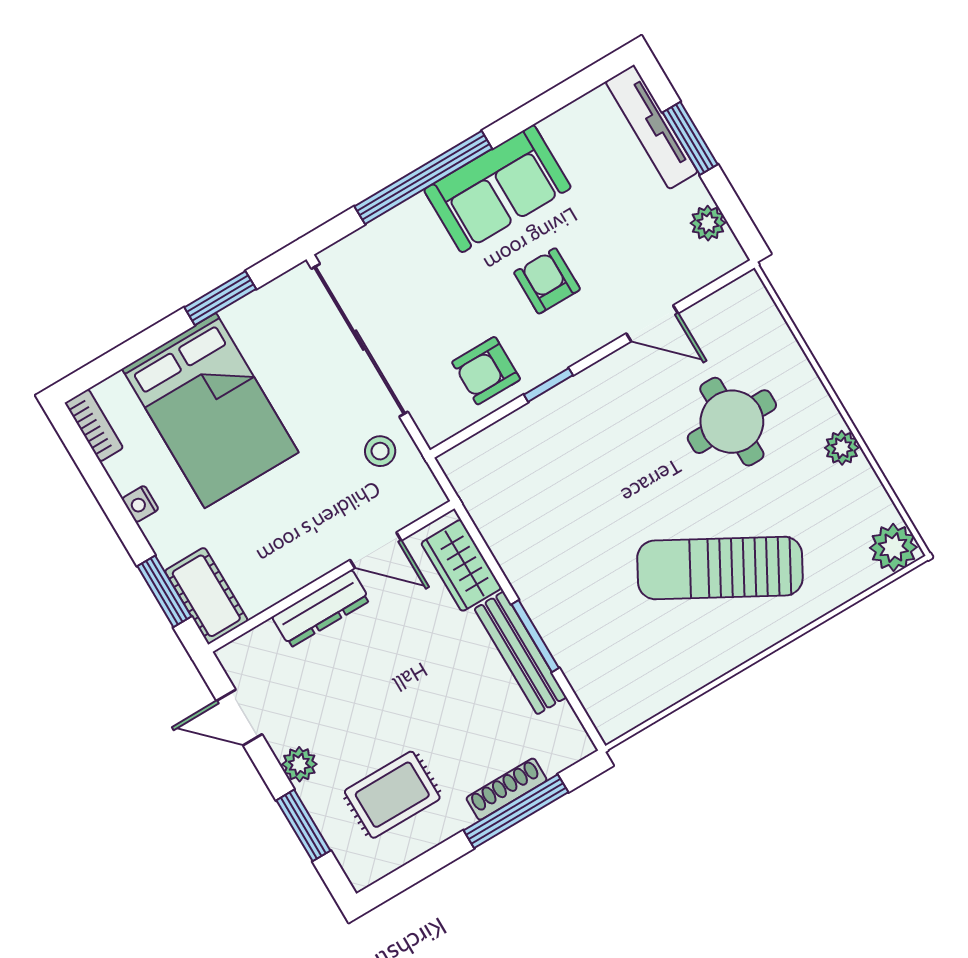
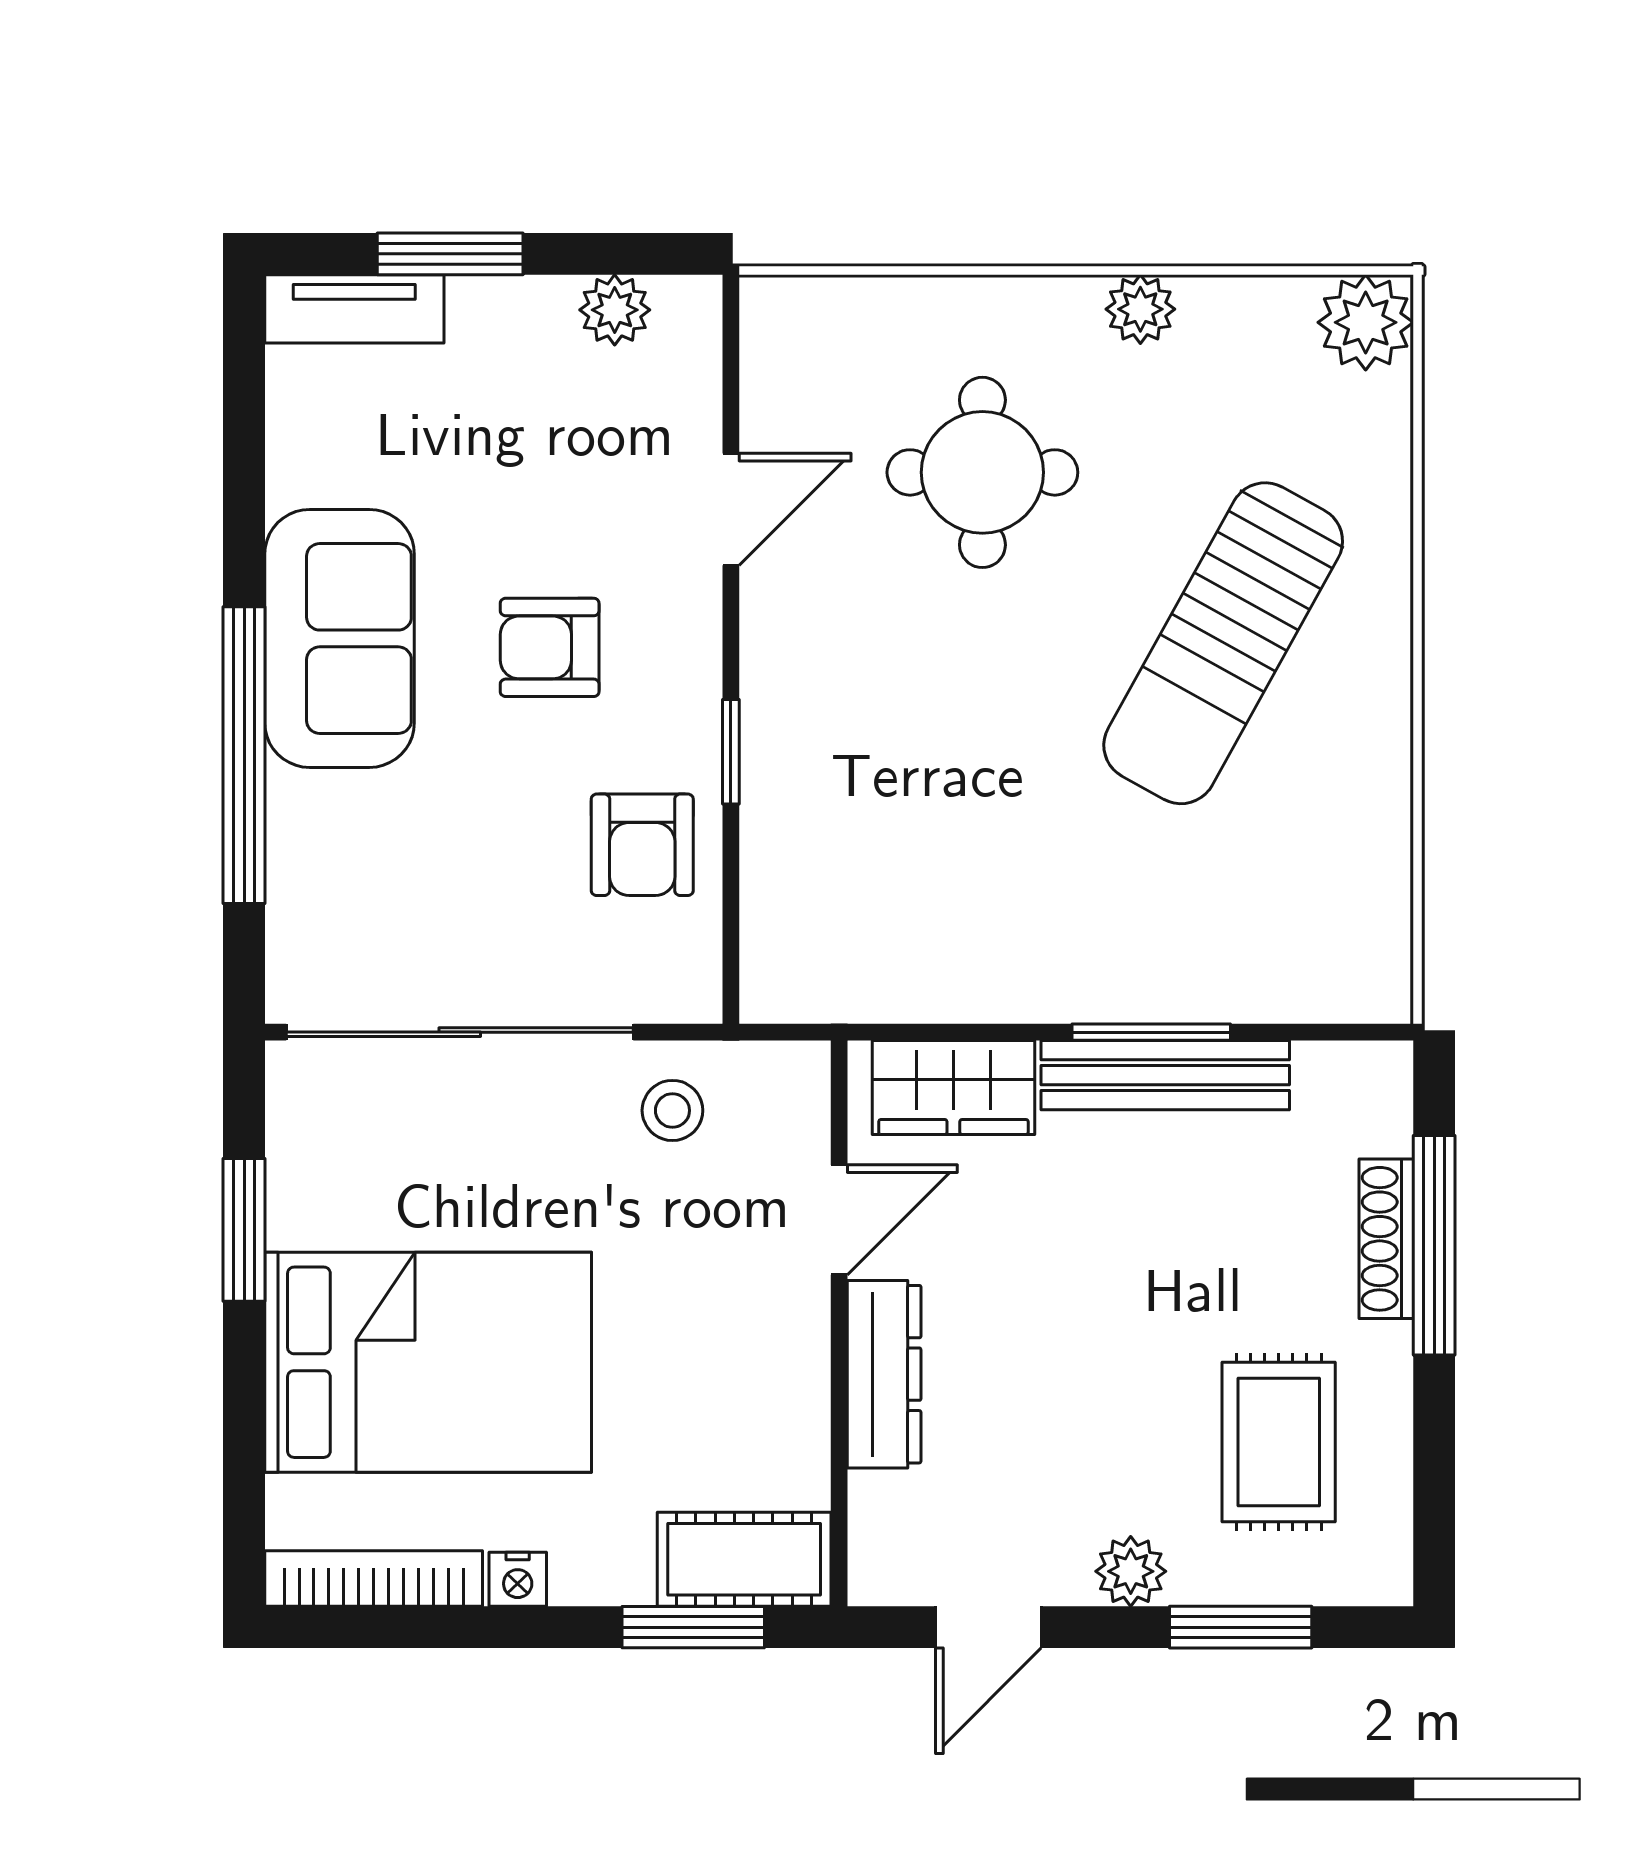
tv unit: (652, 127) -> (354, 309), width x0.71
bookcase: (94, 425) -> (374, 1579), width x1.56

